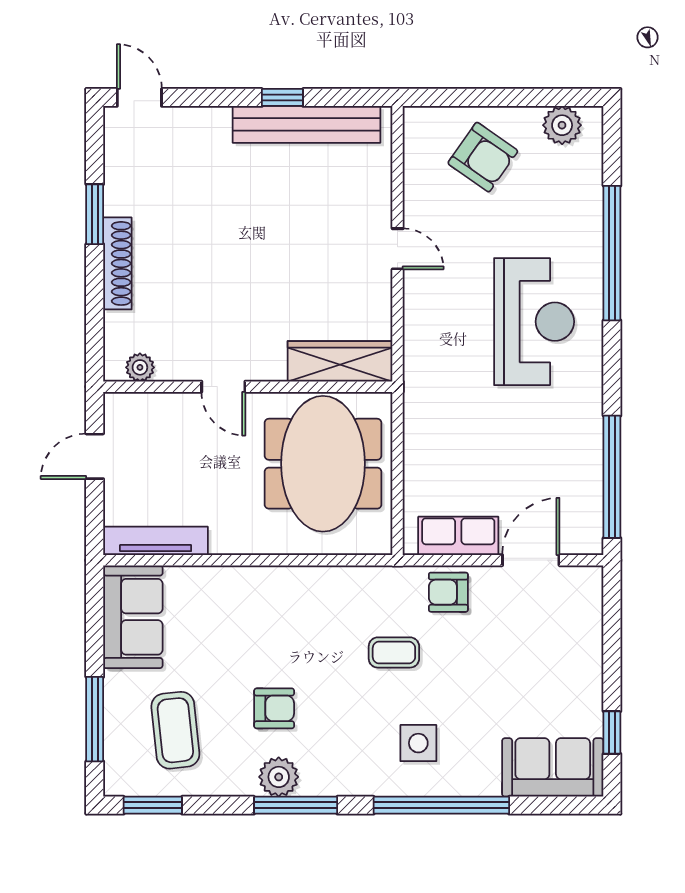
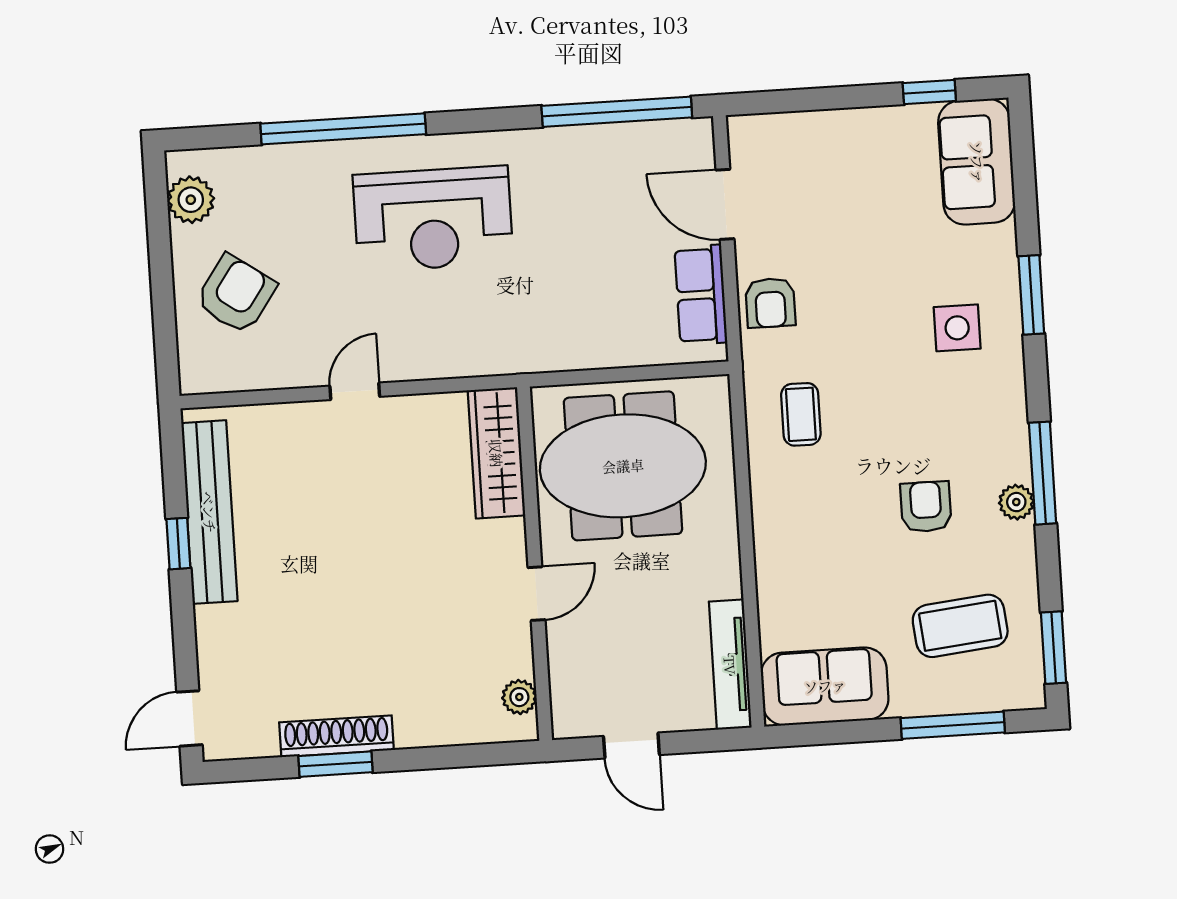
shoe rack: (117, 263) -> (336, 736), moved
reception desk: (534, 322) -> (433, 219), turned 180
coffee table: (394, 652) -> (801, 414), moved
plant: (279, 777) -> (1016, 502), width x0.73, depth x0.73
window: (441, 805) -> (1031, 295), width x0.47

